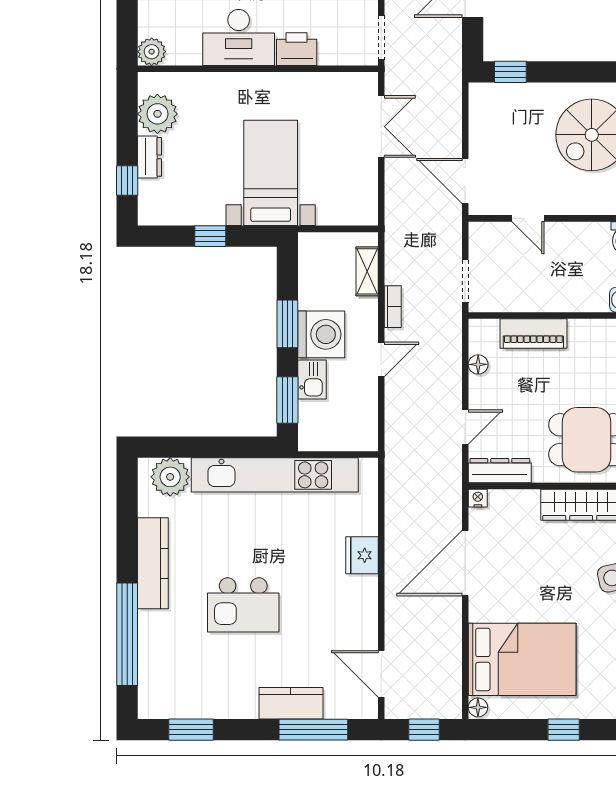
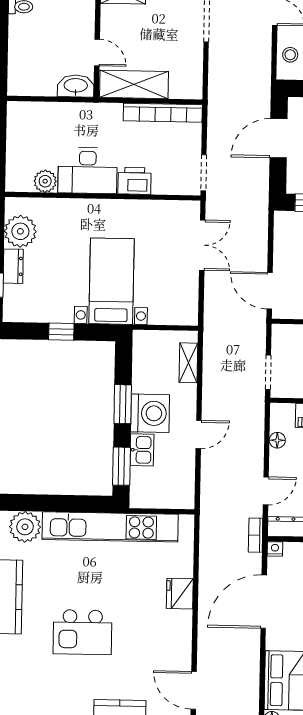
plant: (152, 52) -> (45, 181), moved
bookcase: (393, 307) -> (256, 535), moved, turned 180

